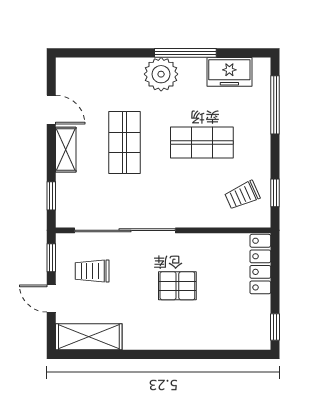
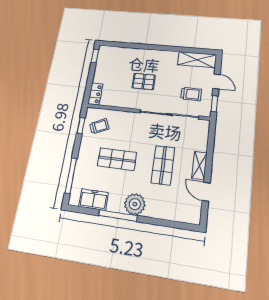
window: (51, 196) -> (211, 139), removed
locker: (260, 264) -> (95, 94), width x0.66

